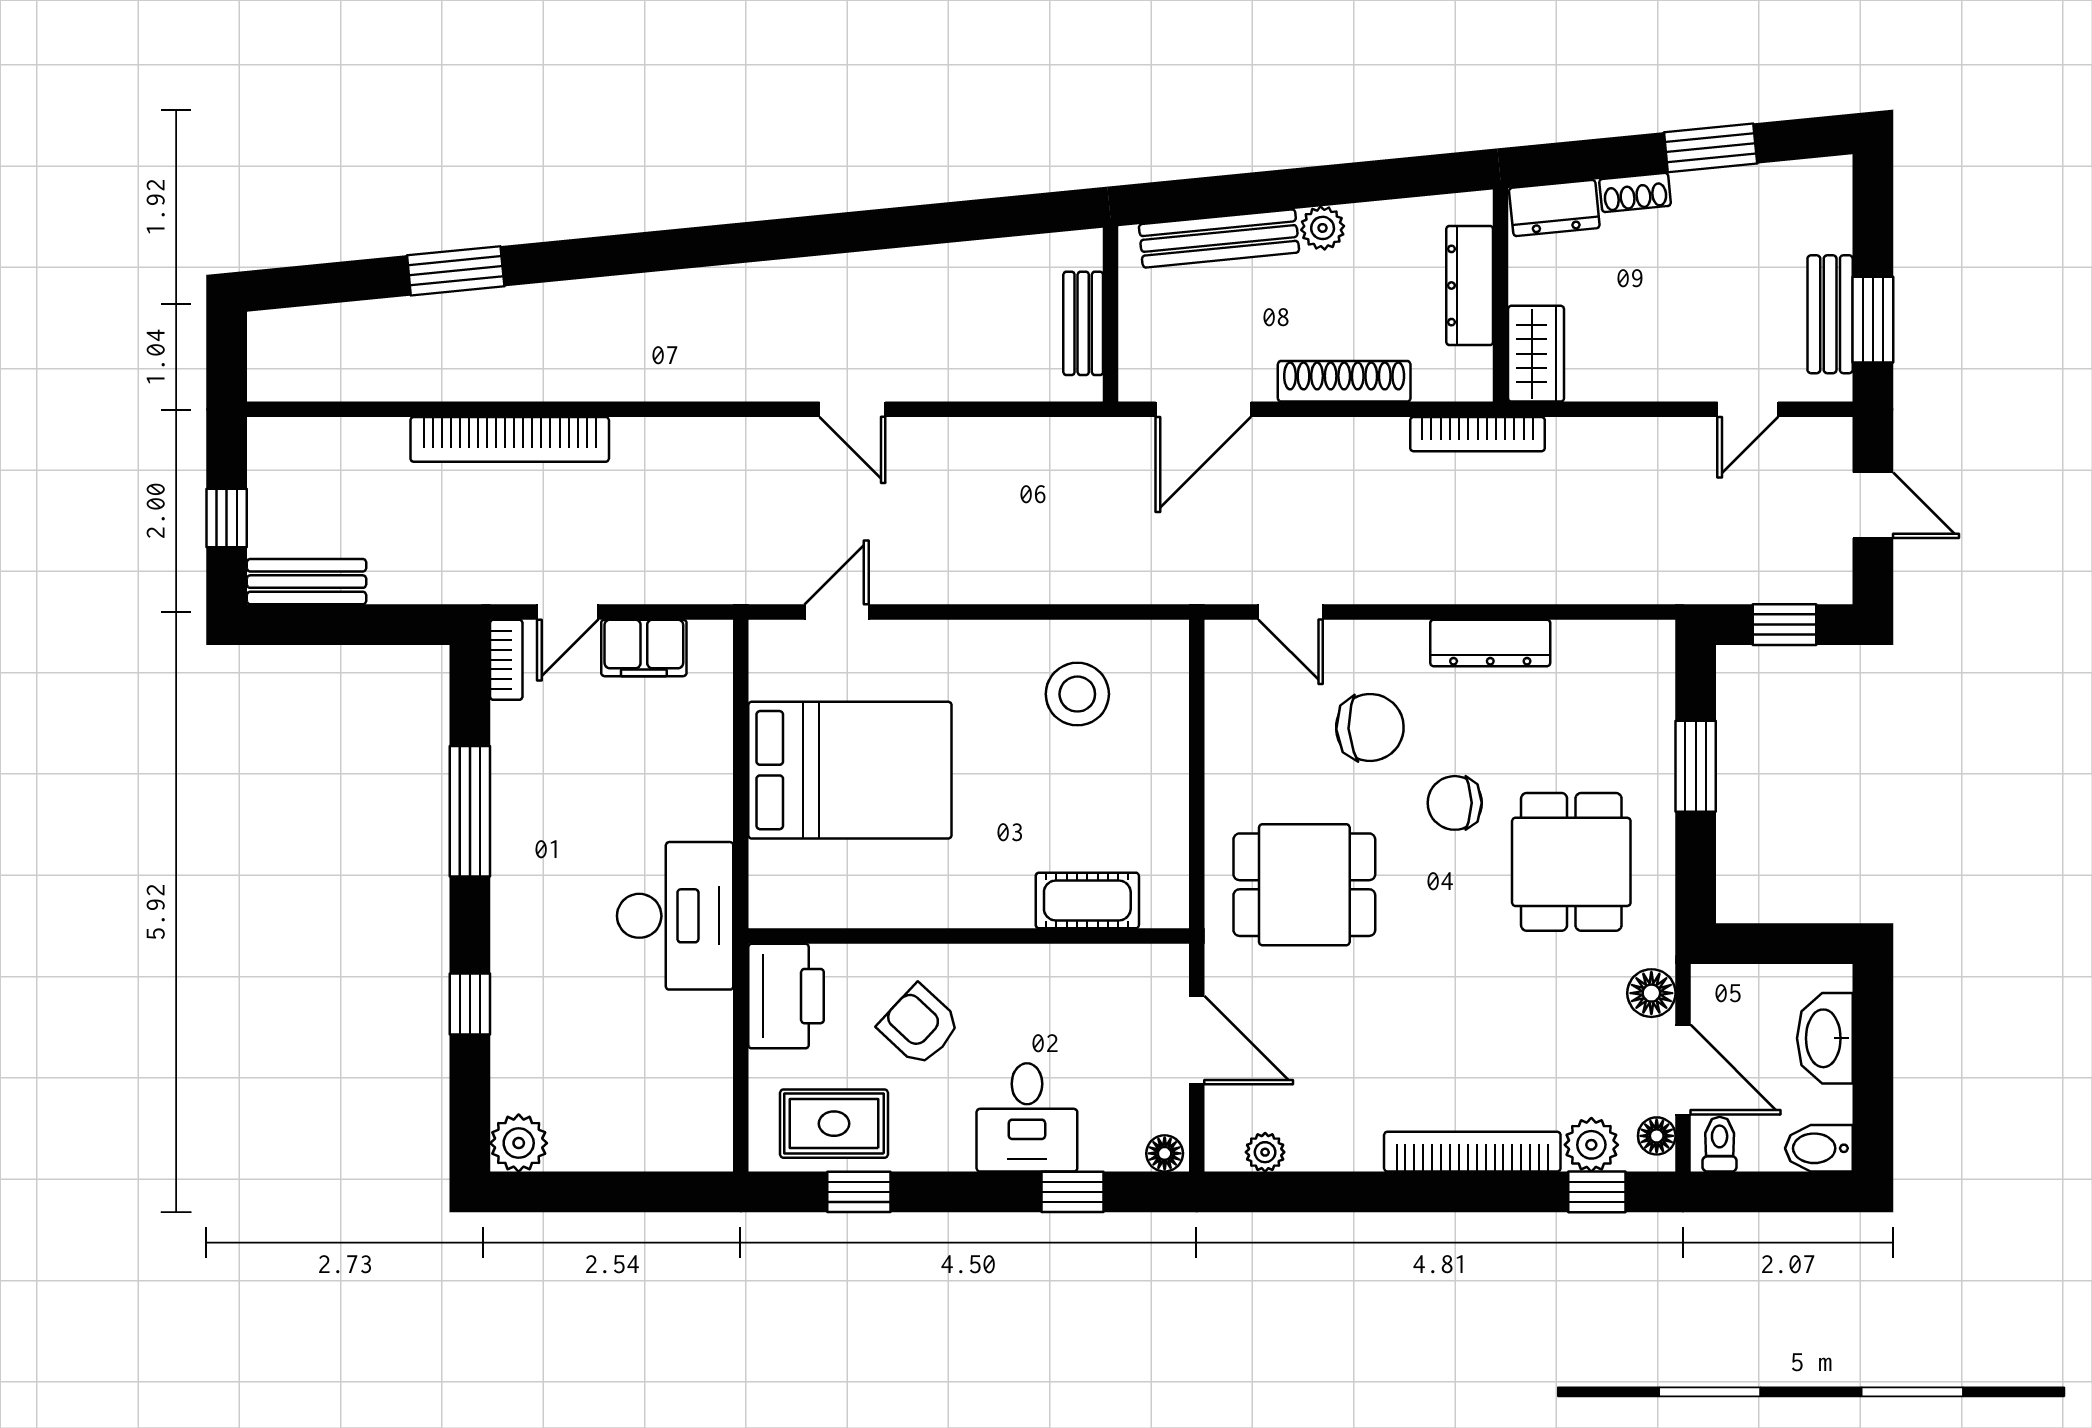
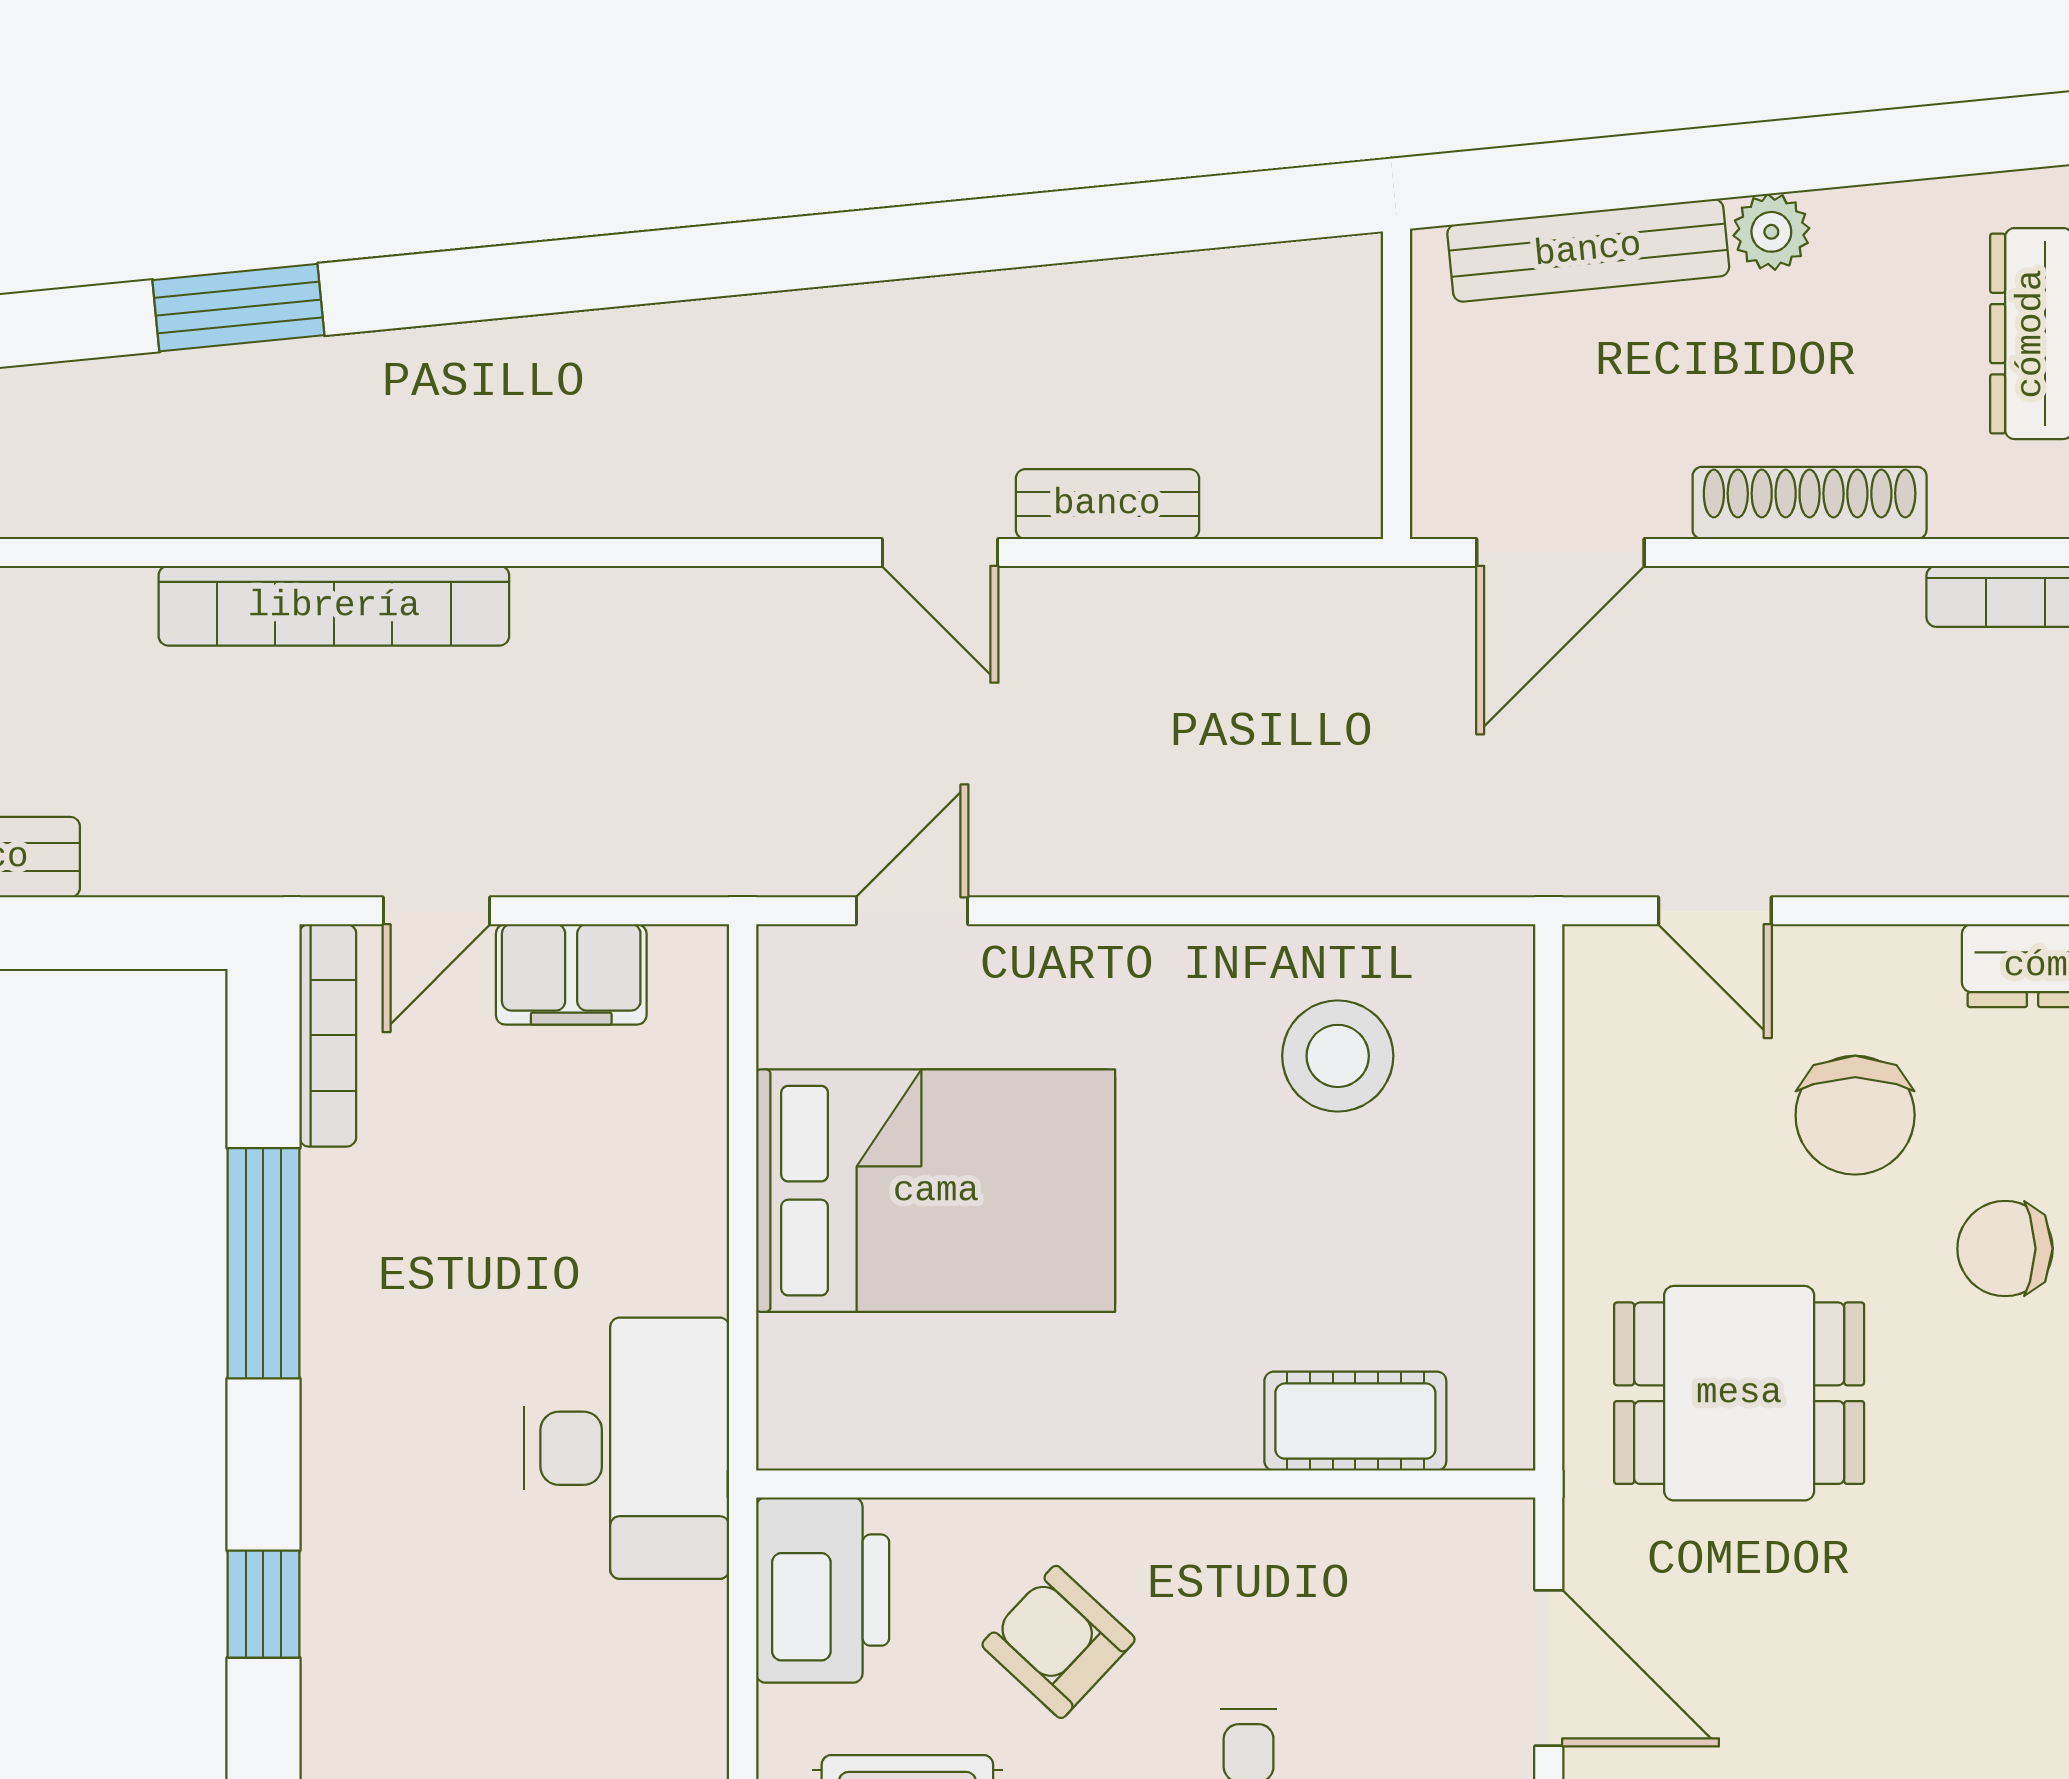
bench: (1083, 323) -> (1107, 504), moved, turned 90
bookcase: (506, 660) -> (328, 1035), width x1.56
chair: (1370, 727) -> (1855, 1115), turned 93

